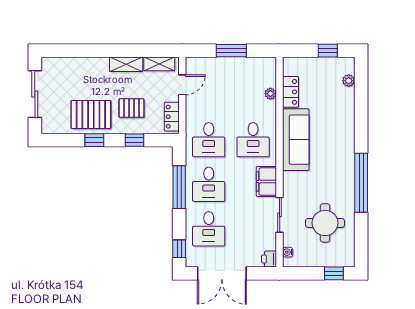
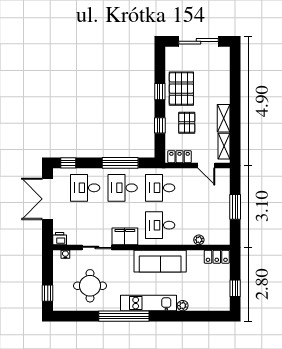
plant: (349, 81) -> (183, 306), moved
locker: (291, 92) -> (217, 257), moved
kitchen unit: (346, 154) -> (148, 303), added

